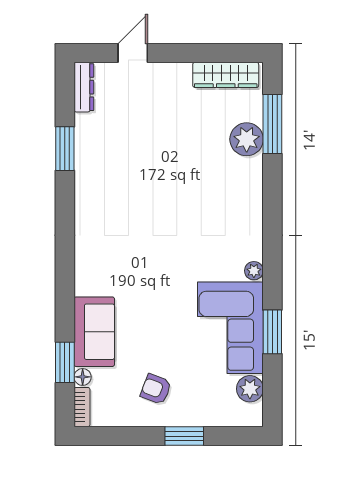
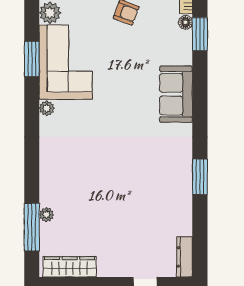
plant: (247, 139) -> (46, 215), width x0.53, depth x0.53
window: (65, 149) -> (200, 177), moved
sofa: (94, 332) -> (176, 94), moved

